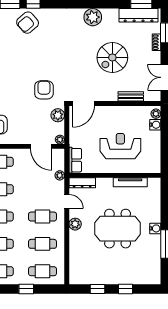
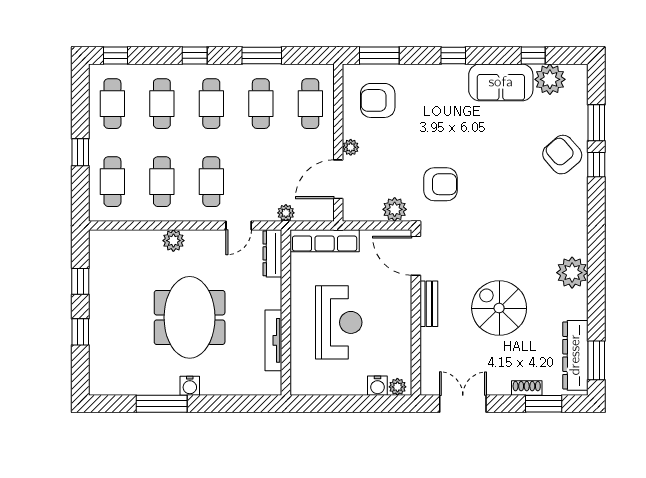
bench: (131, 96) -> (429, 304), moved
plant: (60, 140) -> (351, 147), moved
row of seats: (75, 160) -> (325, 241), width x1.48
plant: (75, 224) -> (173, 241), moved

